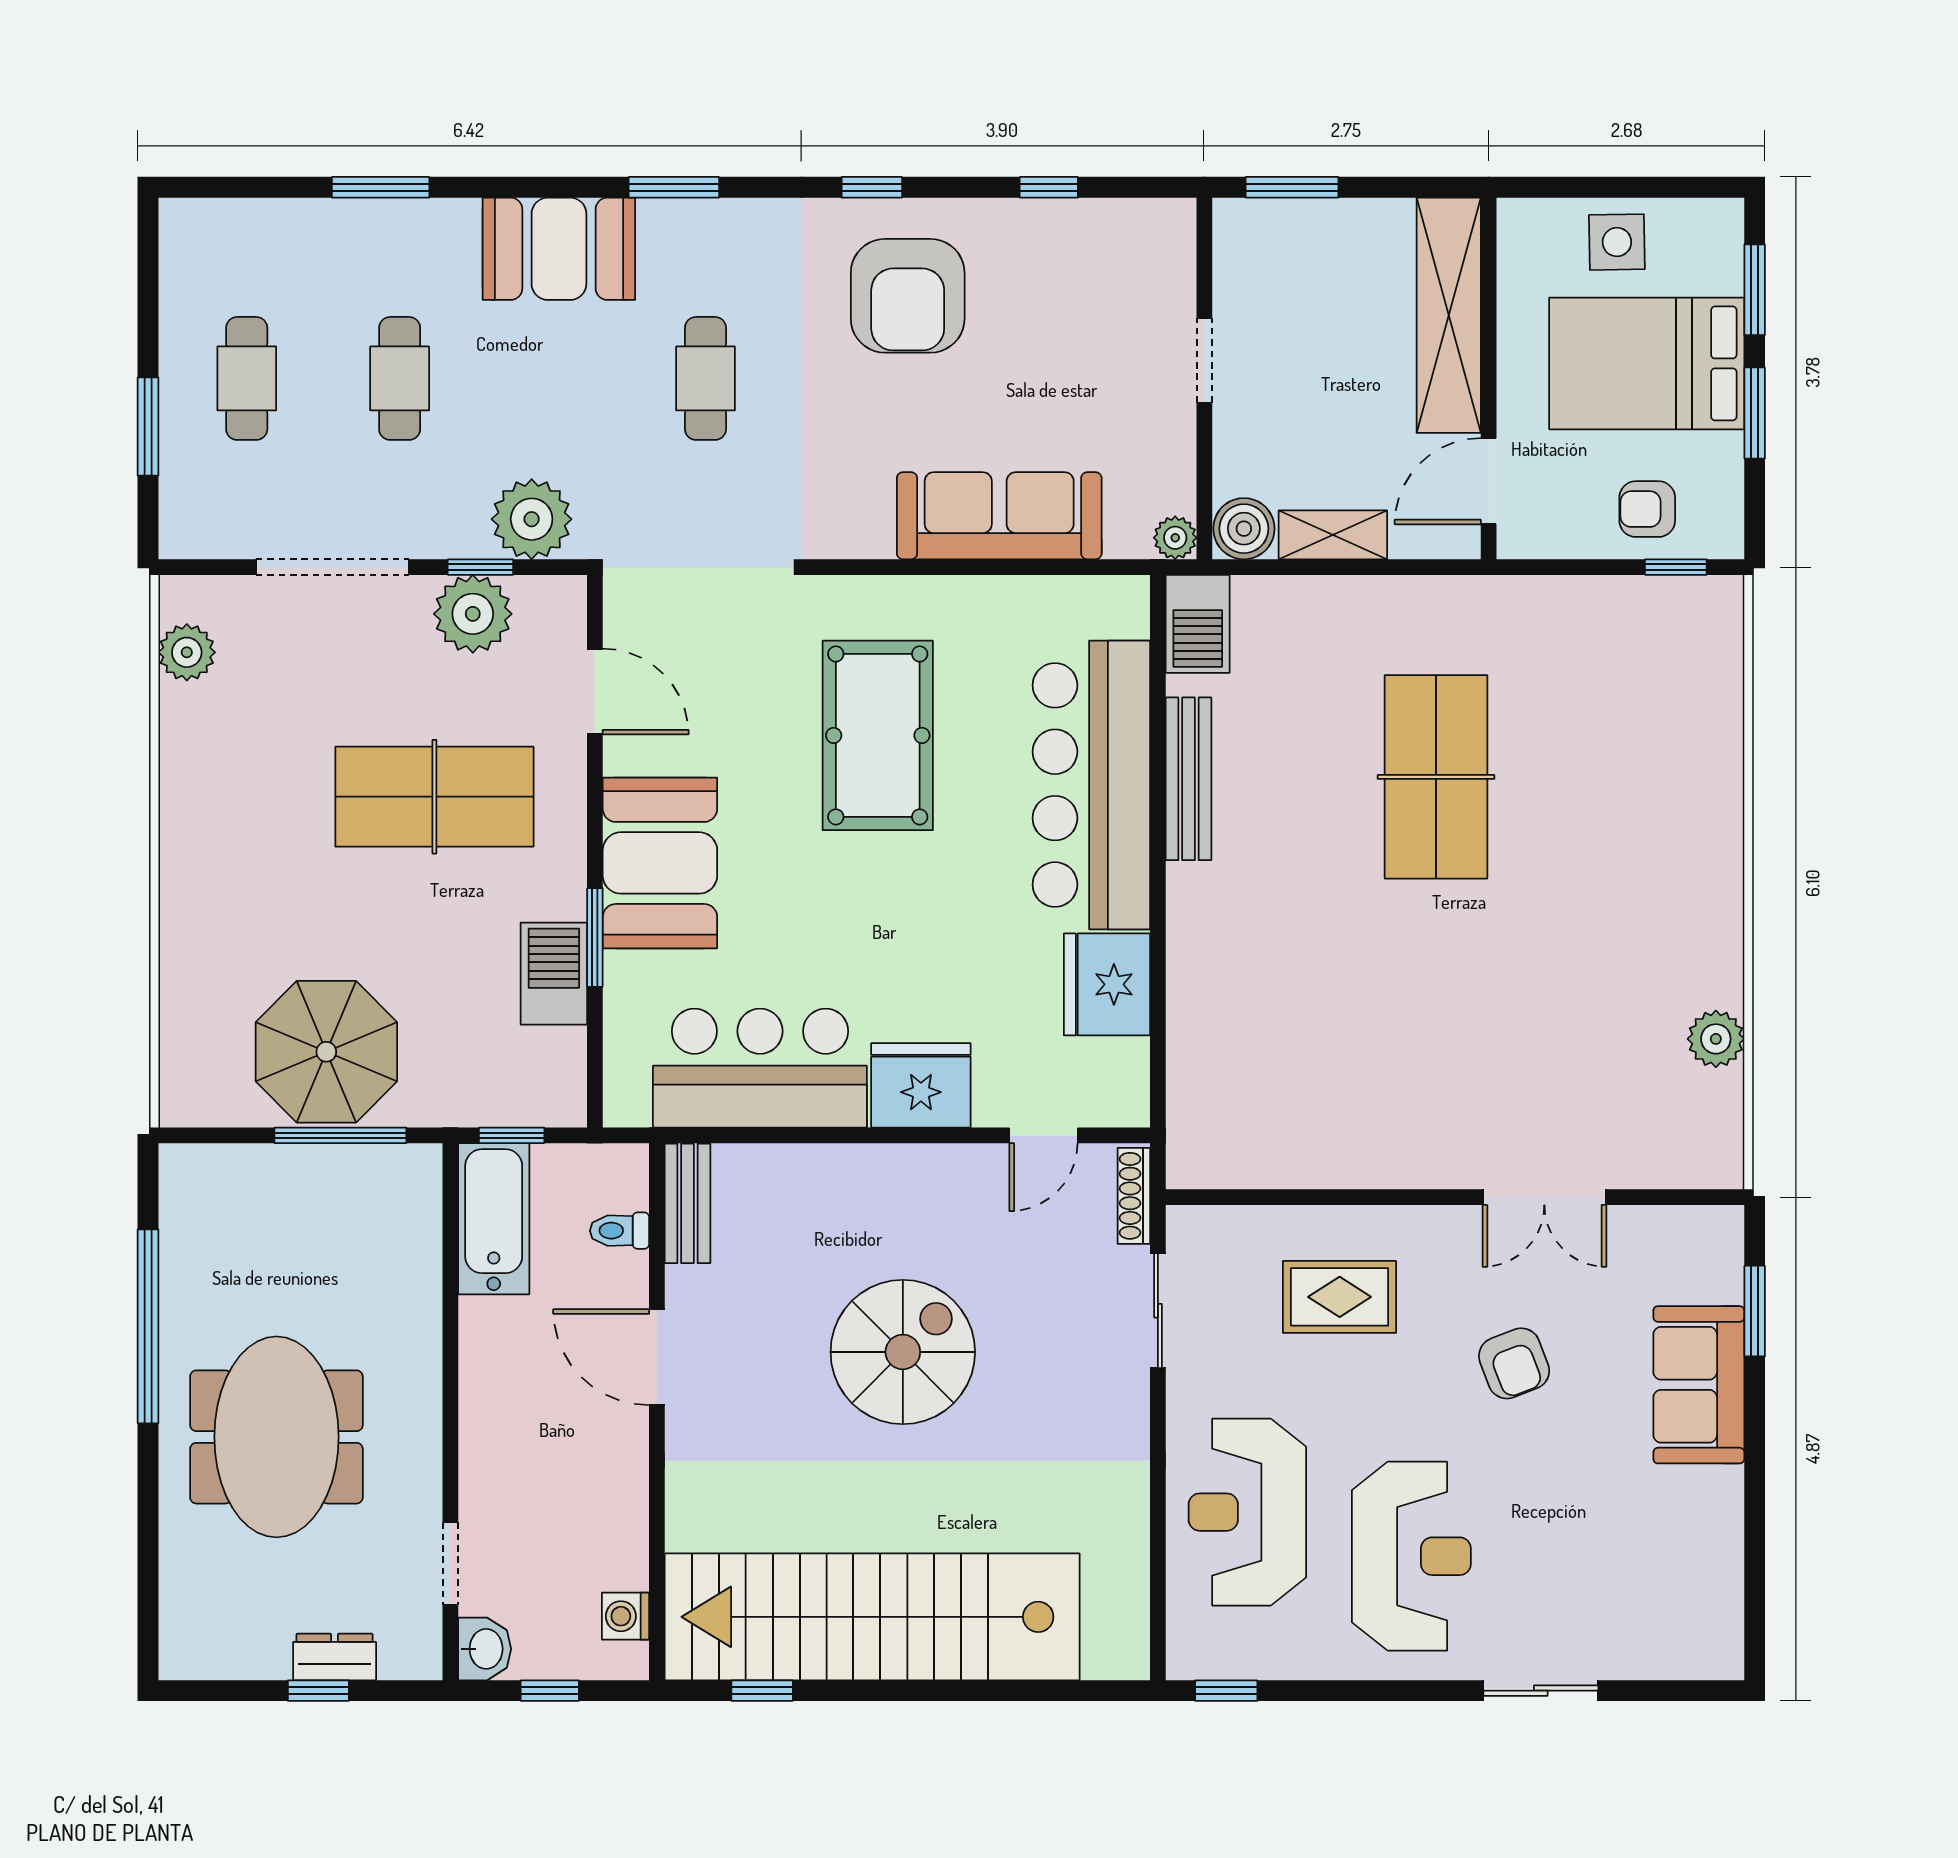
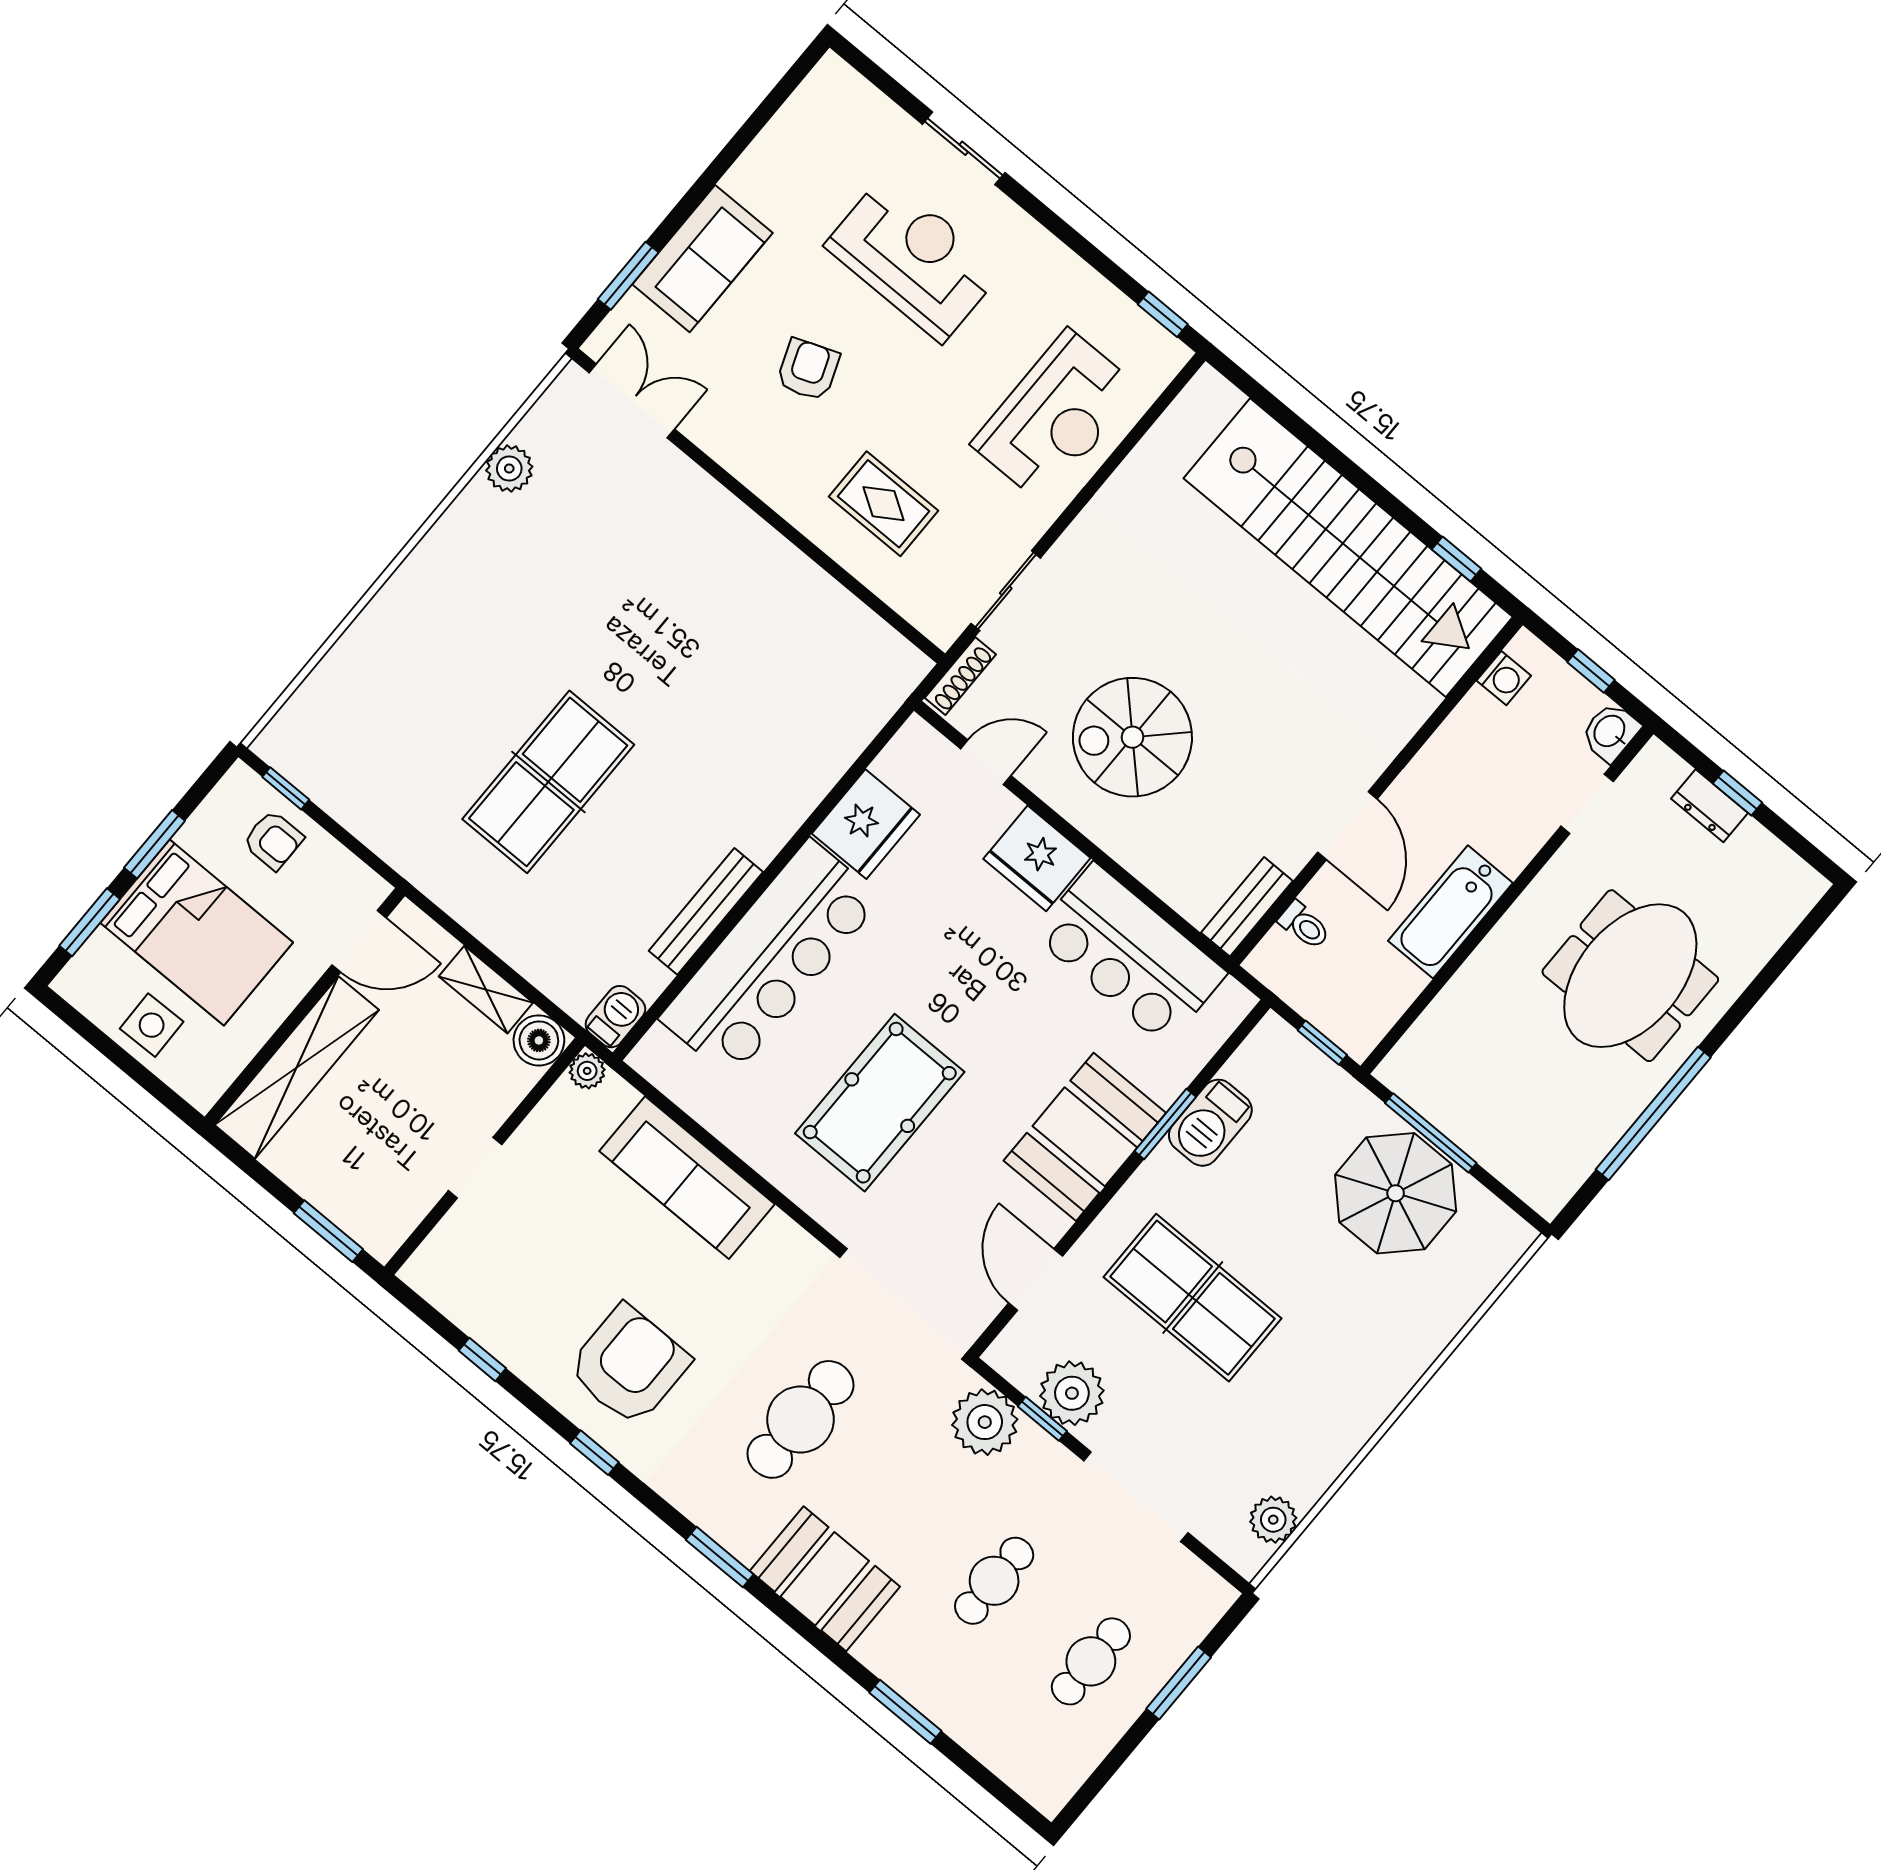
cafe table: (705, 378) -> (800, 1419), width x1.37, depth x1.35
barbecue: (1198, 624) -> (615, 1017), width x0.73, depth x0.79
double door: (1544, 1197) -> (632, 401), moved
bathtub: (494, 1219) -> (1450, 912), moved
spiral stairs: (903, 1352) -> (1132, 737), moved
reception desk: (1411, 1556) -> (914, 258), moved, turned 90

